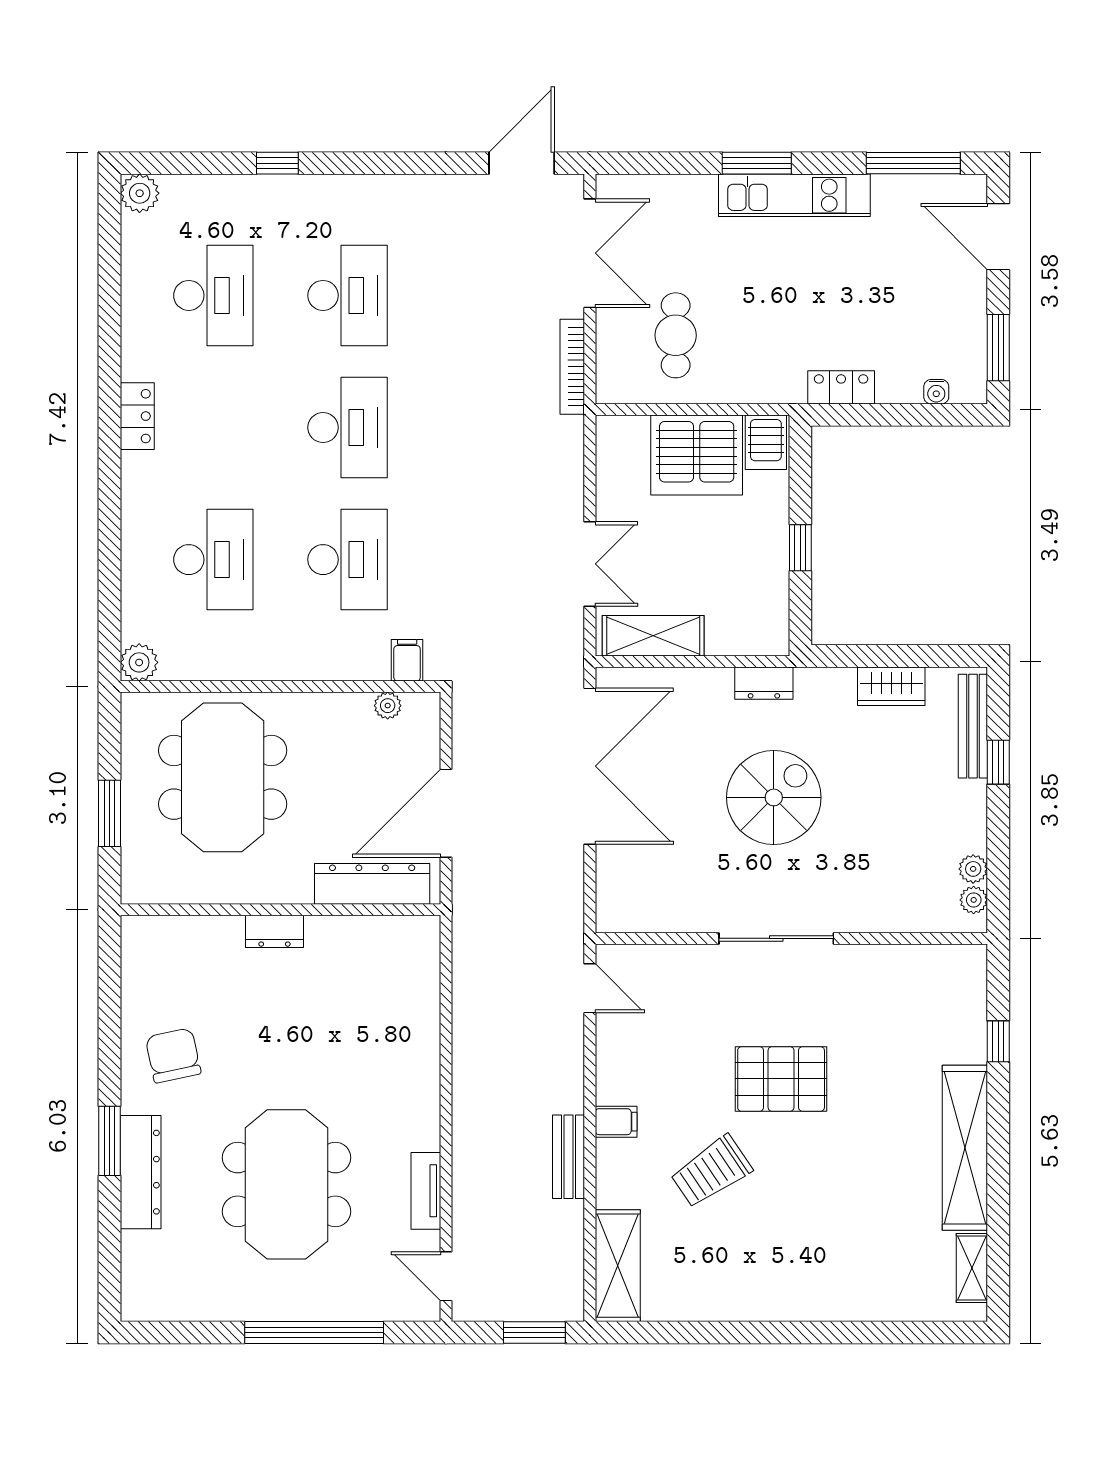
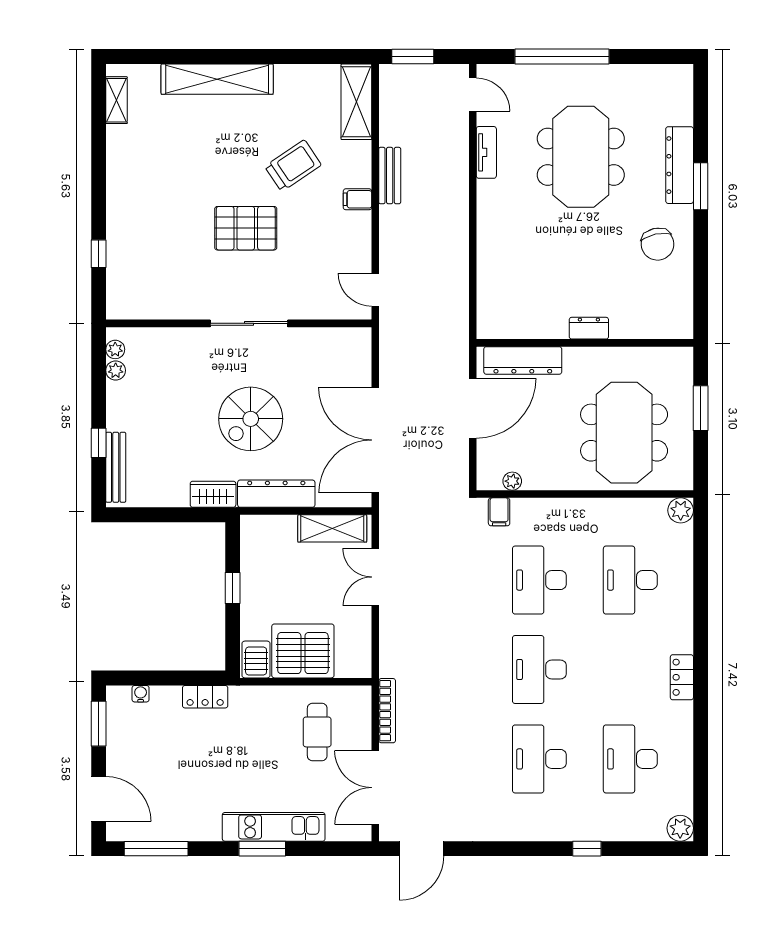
kitchen unit: (794, 195) -> (274, 827), moved
dresser: (764, 683) -> (276, 494), width x1.96, depth x1.24
wardrobe: (891, 686) -> (213, 494), moved
shelving: (965, 1148) -> (217, 79), moved, turned 90

